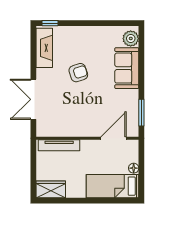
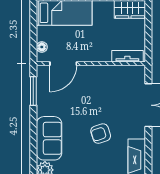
tv unit: (59, 145) -> (127, 56), width x0.71
floor lamp: (134, 168) -> (42, 47), moved

